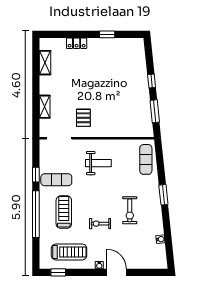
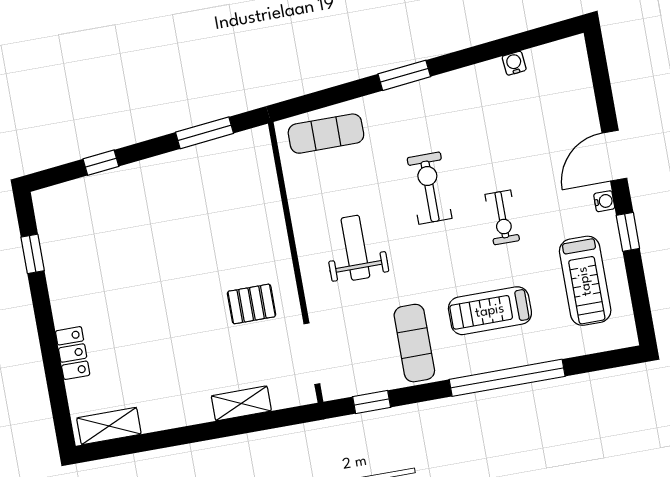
window: (107, 34) -> (33, 254), moved
shelving: (45, 63) -> (109, 426), moved
window: (152, 81) -> (101, 163), moved
window: (36, 175) -> (372, 402), moved
exercise bike: (130, 210) -> (429, 188), moved, turned -90
treadmill: (69, 252) -> (585, 281), turned 180
window: (58, 272) -> (628, 232), moved

